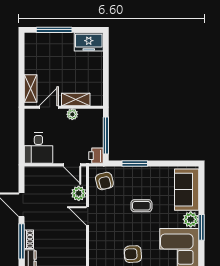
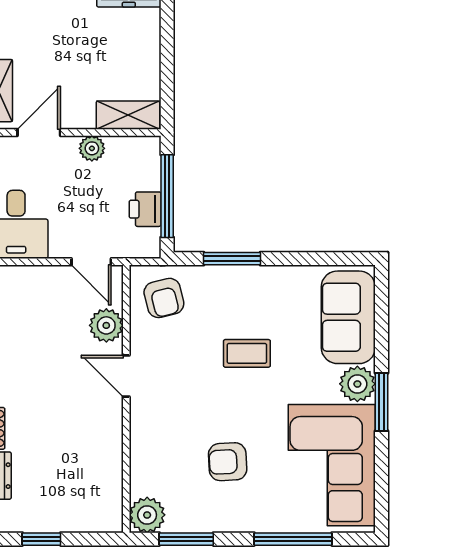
shelving: (76, 99) -> (128, 115), moved
printer: (96, 156) -> (145, 209), moved

